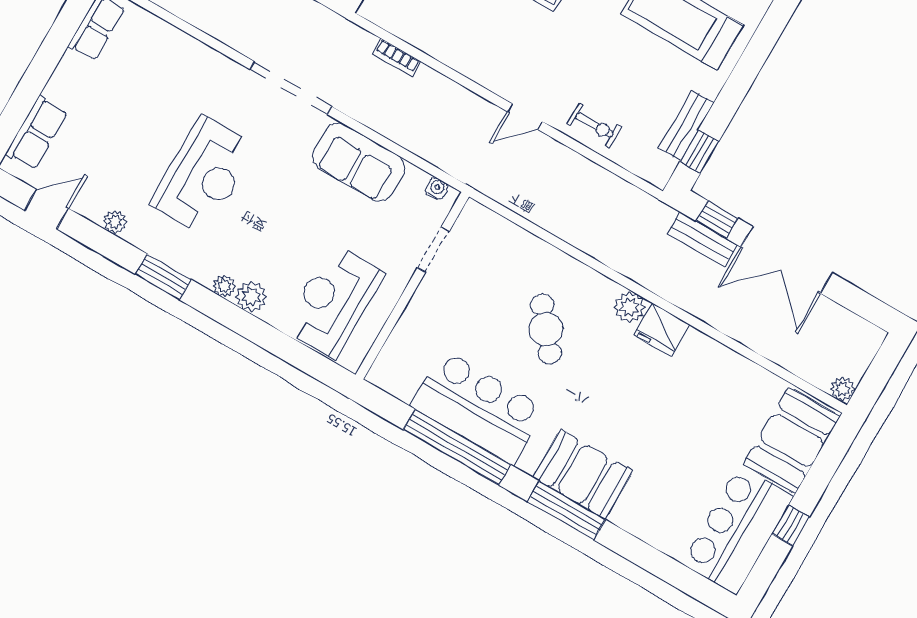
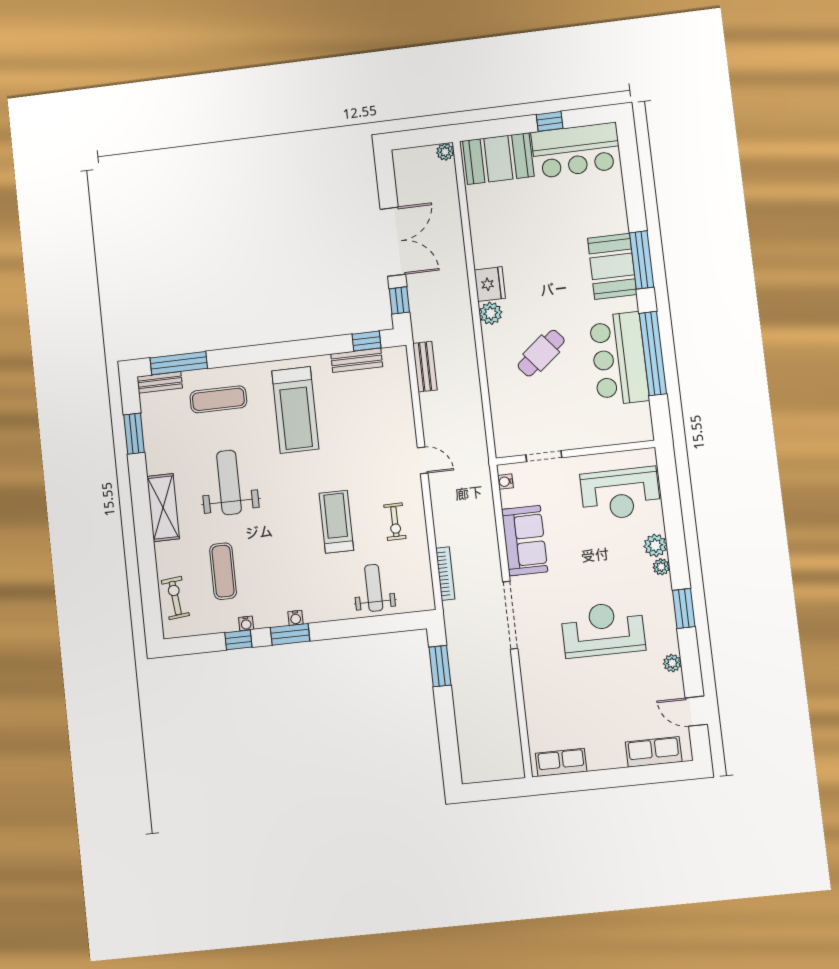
bookcase: (397, 58) -> (445, 574), width x1.56
exercise bike: (594, 125) -> (395, 522), moved, turned 180
bench: (702, 239) -> (425, 367), moved

